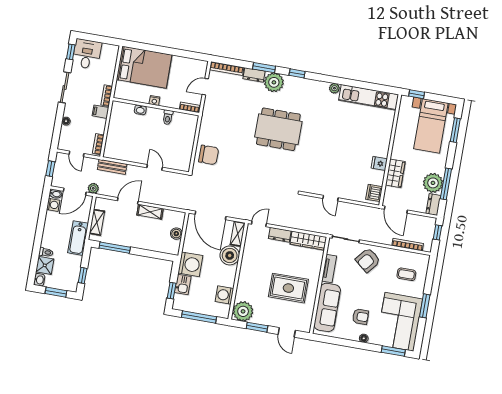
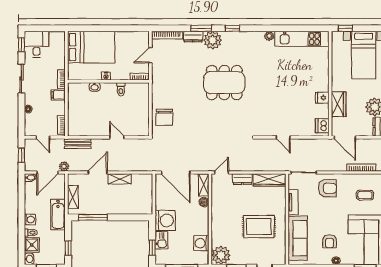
chair: (209, 155) -> (164, 117), turned 90
washing machine: (53, 205) -> (30, 220), moved
boiler: (176, 234) -> (147, 195), removed
boiler: (230, 255) -> (204, 202), width x0.54, depth x0.54
armchair: (368, 260) -> (327, 188), turned -129
armchair: (360, 317) -> (330, 241), turned 90

